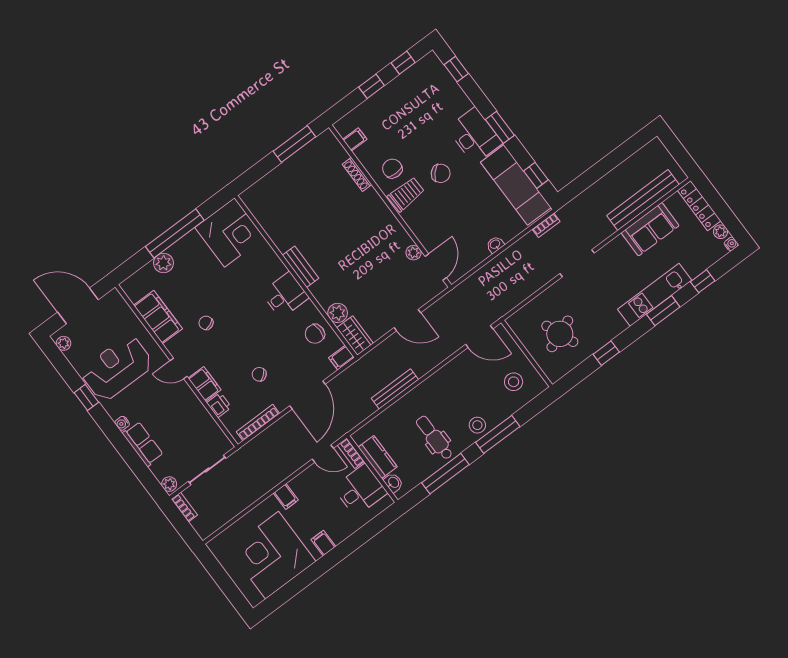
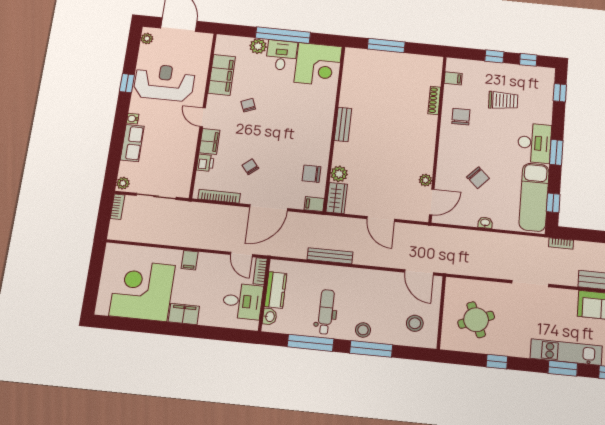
window: (294, 144) -> (386, 46), moved
chair: (441, 173) -> (478, 178), moved
trolley: (406, 194) -> (503, 101), moved
bookcase: (546, 225) -> (561, 243), moved
desk: (285, 295) -> (281, 55), moved, turned -90
filing cabinet: (323, 543) -> (184, 314), width x2.00

